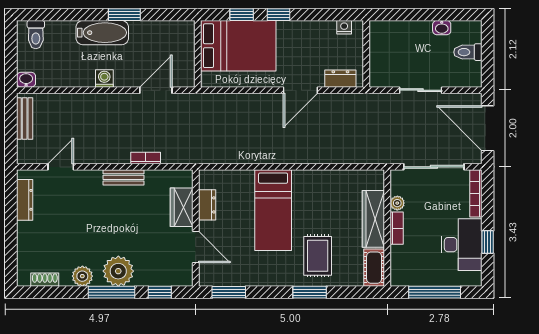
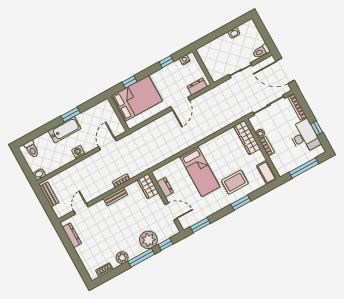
window: (278, 15) -> (166, 62), moved
toilet: (468, 52) -> (261, 51), moved
wardrobe: (182, 207) -> (148, 186), moved
wardrobe: (373, 219) -> (247, 138), moved
rug: (318, 256) -> (235, 182), turned 90
plant: (118, 271) -> (148, 240), moved

